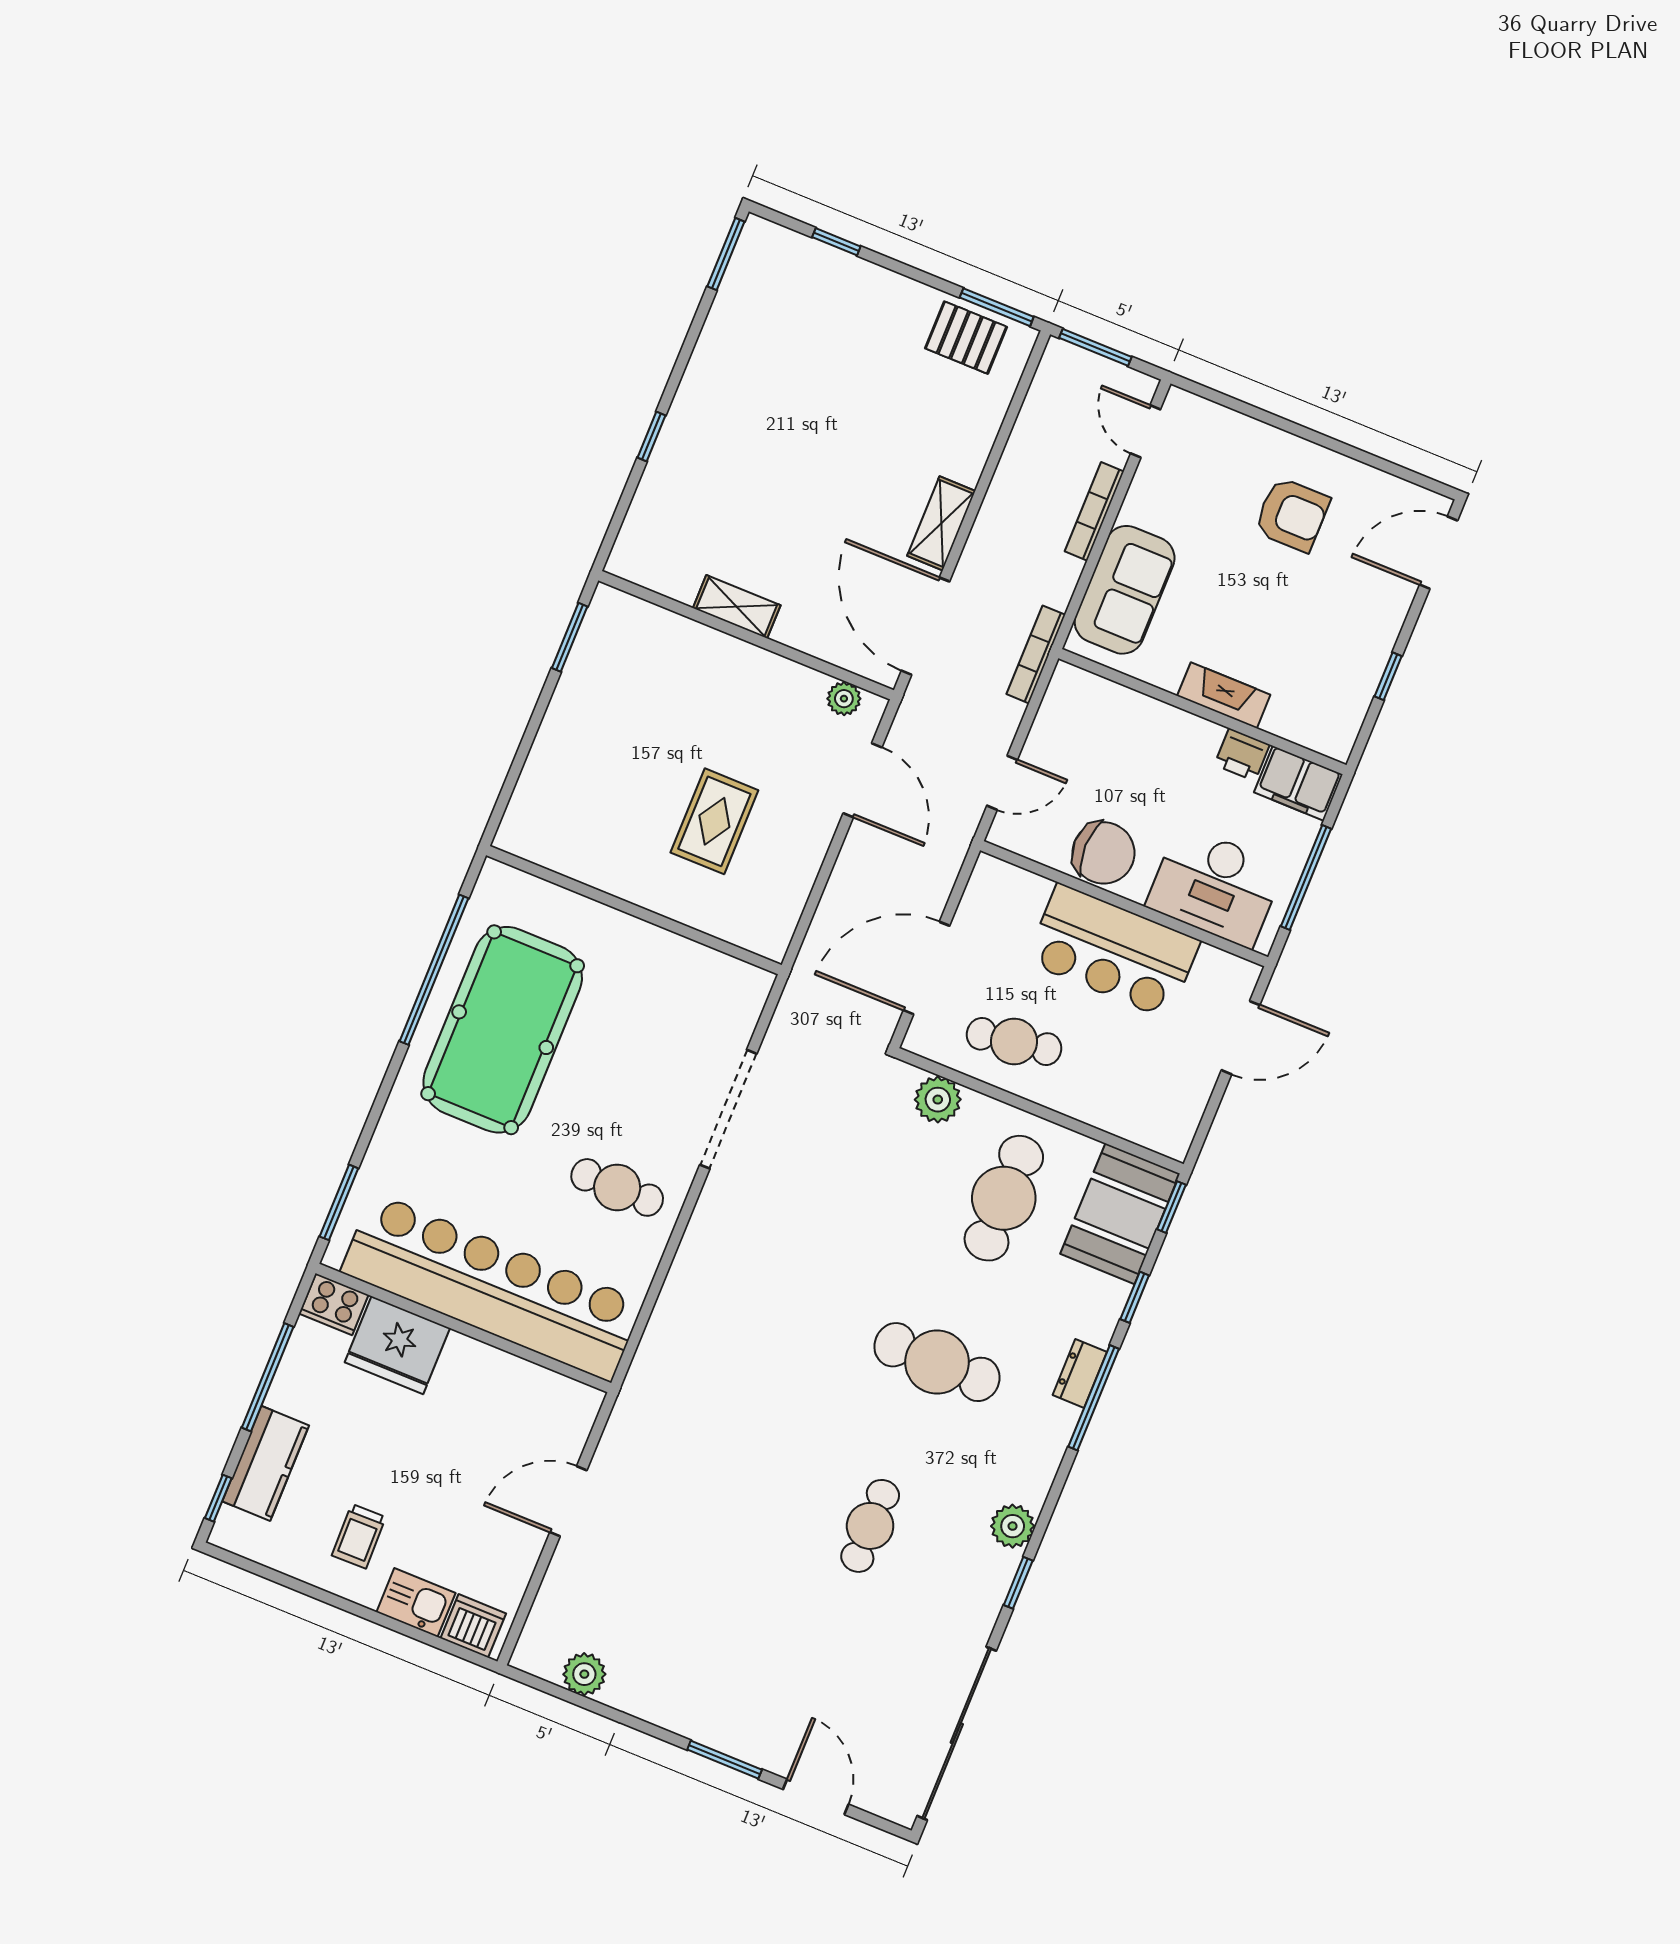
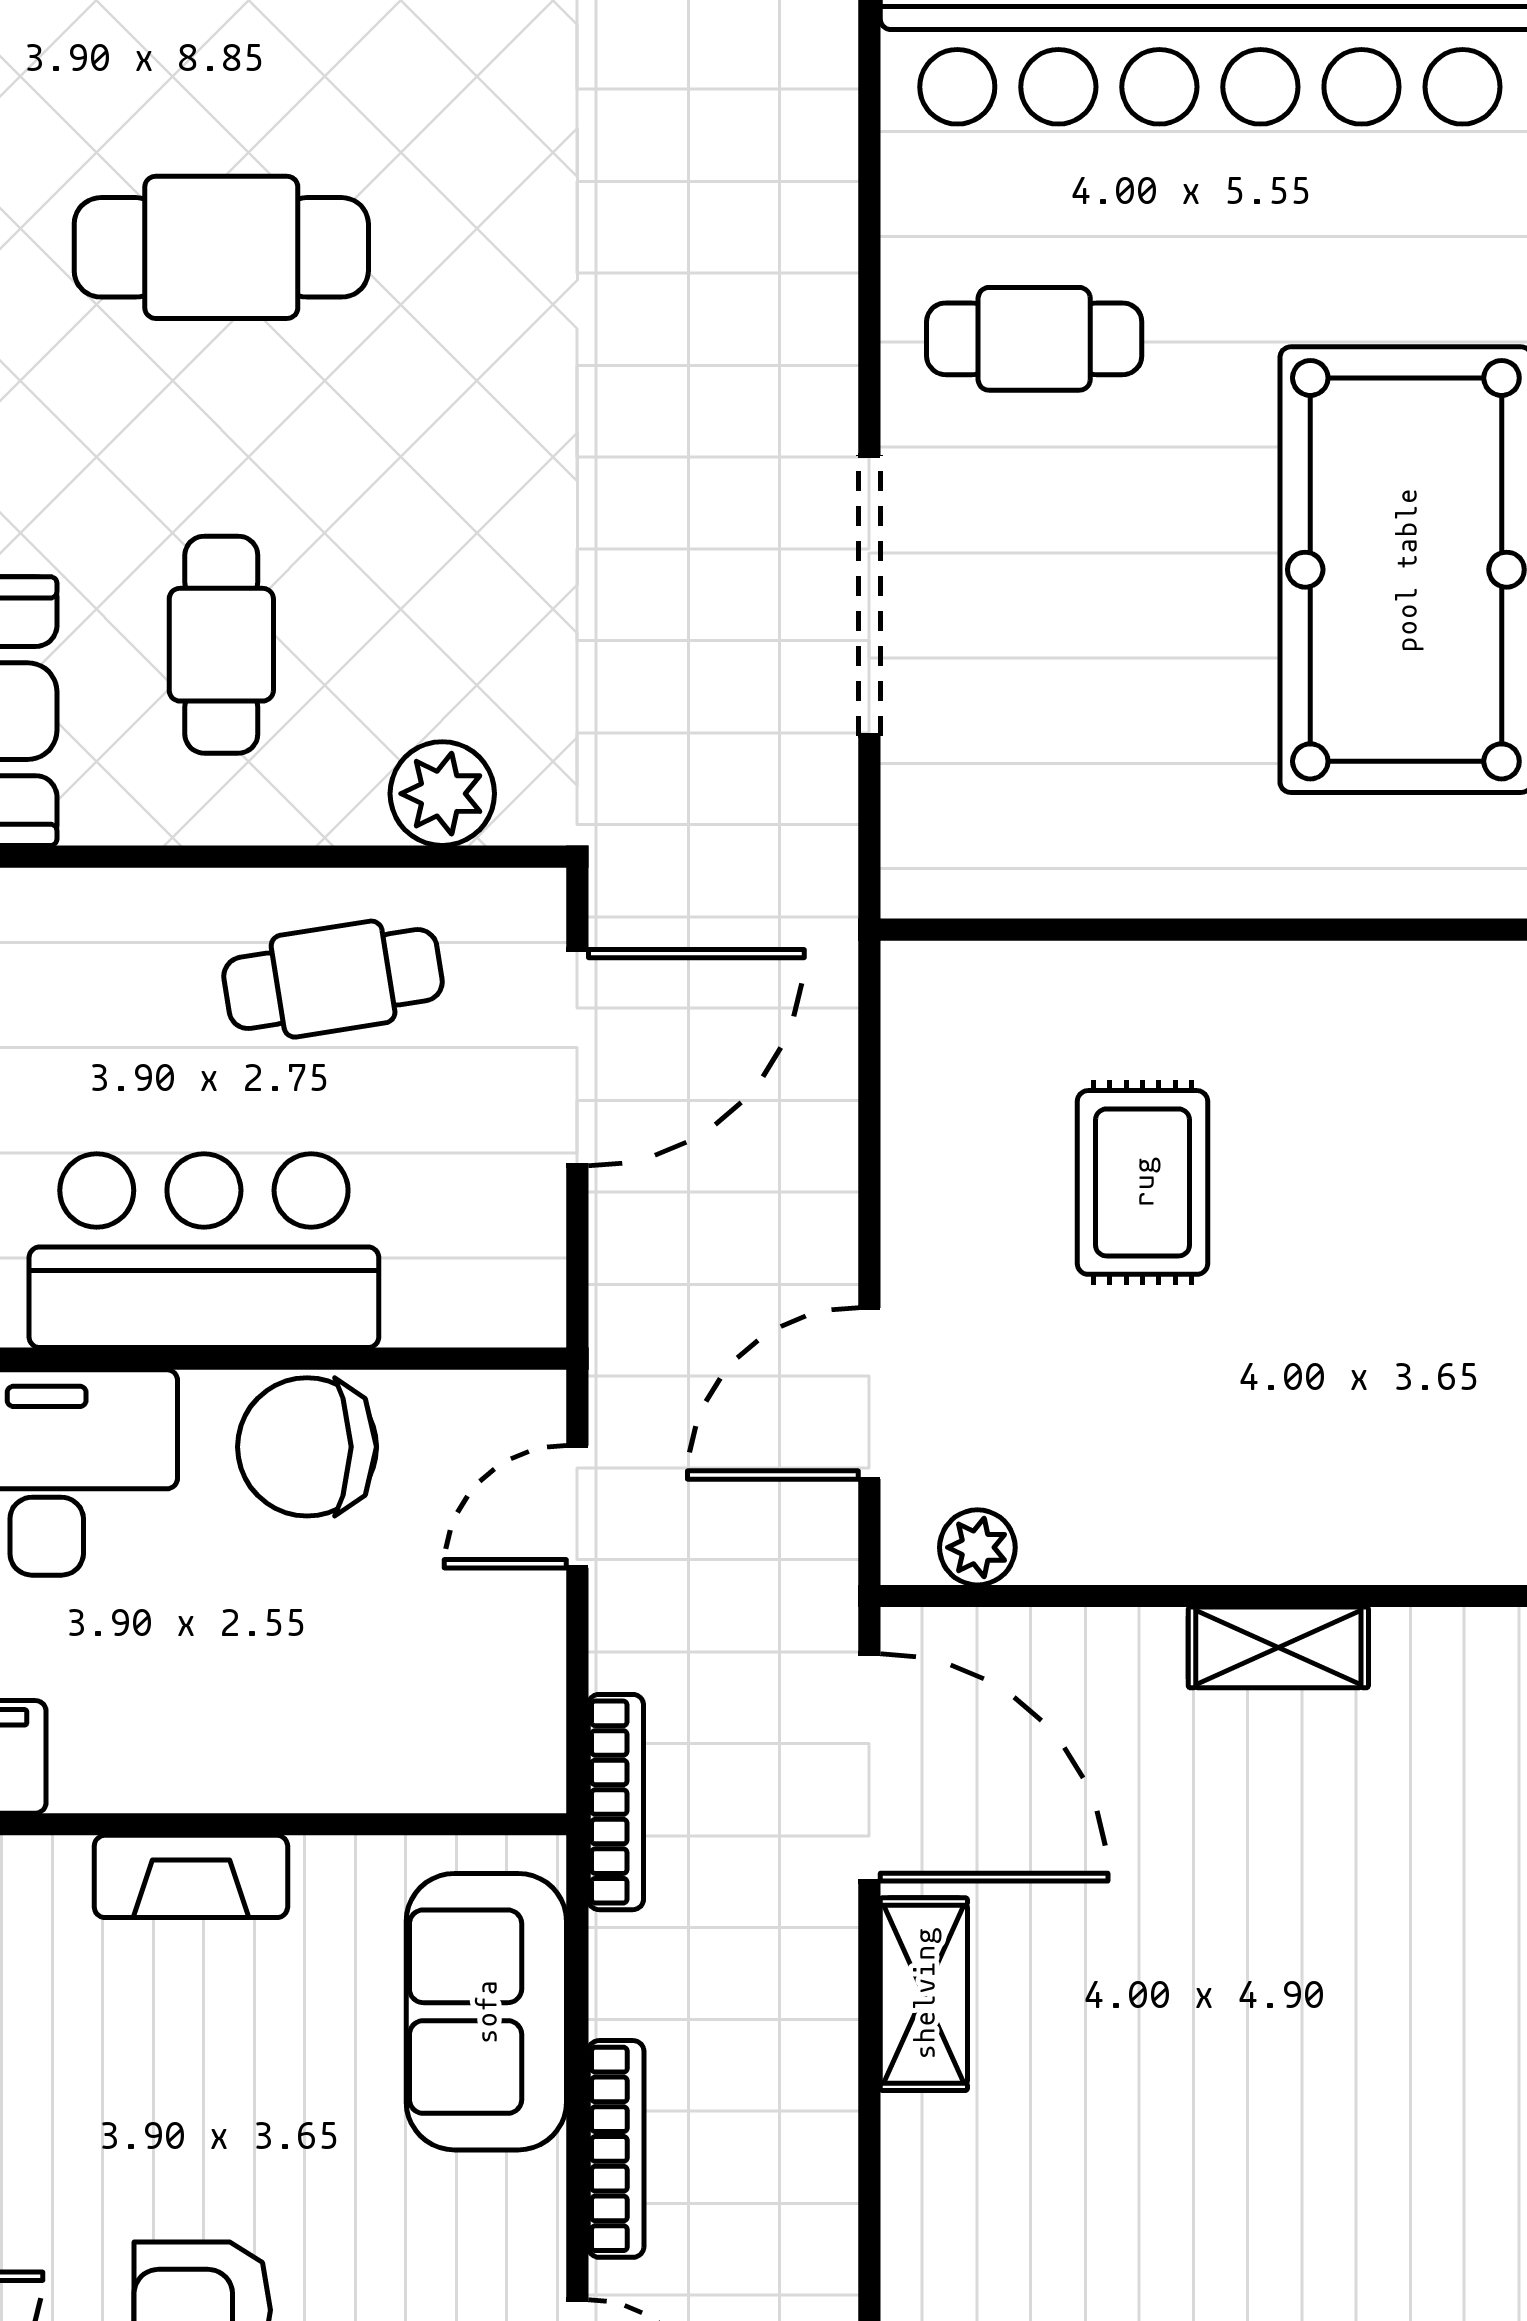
printer: (1242, 755) -> (103, 1769), removed
door: (863, 780) -> (869, 1393), hinge flipped
cafe table: (1004, 1198) -> (221, 645), width x0.73, depth x0.74

